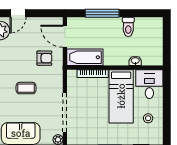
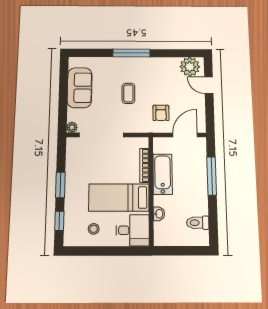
toilet: (128, 27) -> (198, 223), moved
bathtub: (85, 57) -> (163, 174), moved

